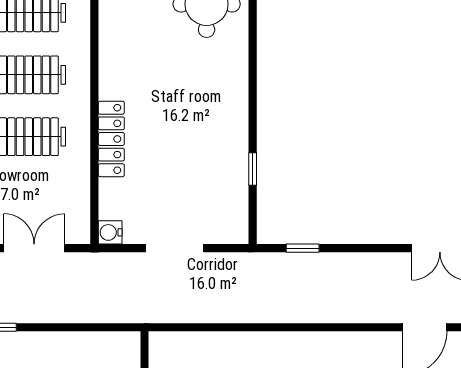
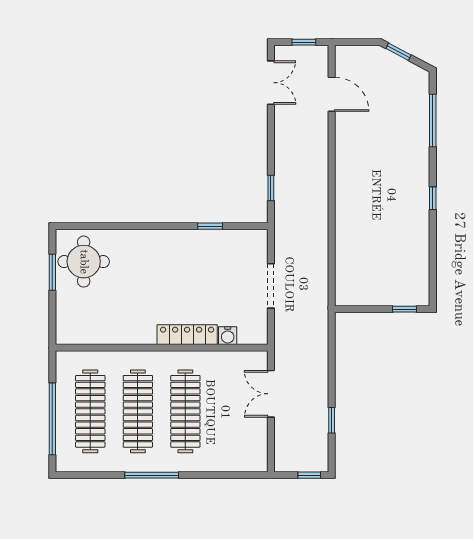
water cooler: (110, 232) -> (228, 336), moved

